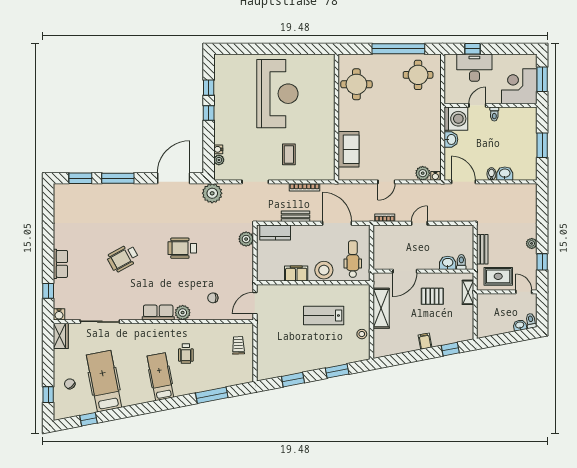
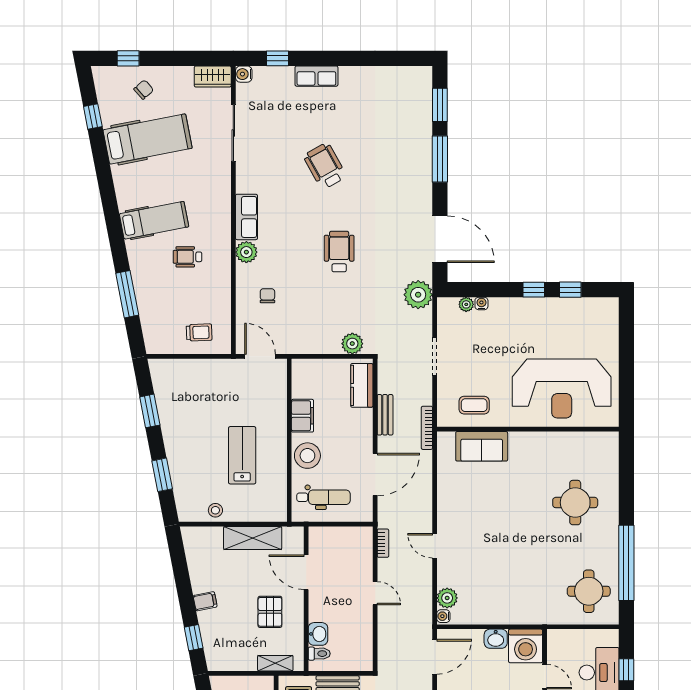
wall: (337, 117) -> (528, 429), moved
sofa: (348, 149) -> (482, 446), moved

